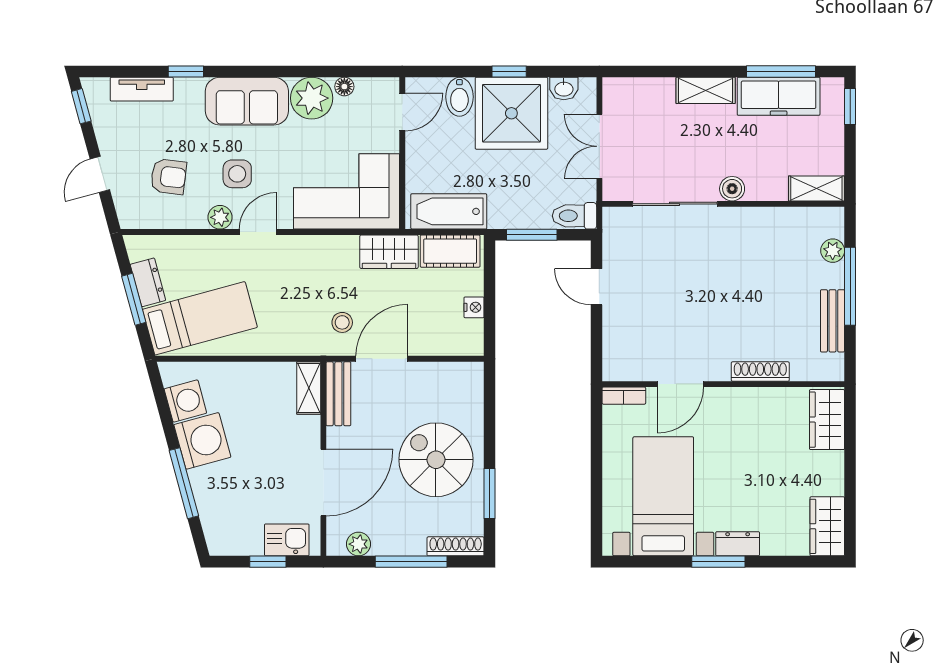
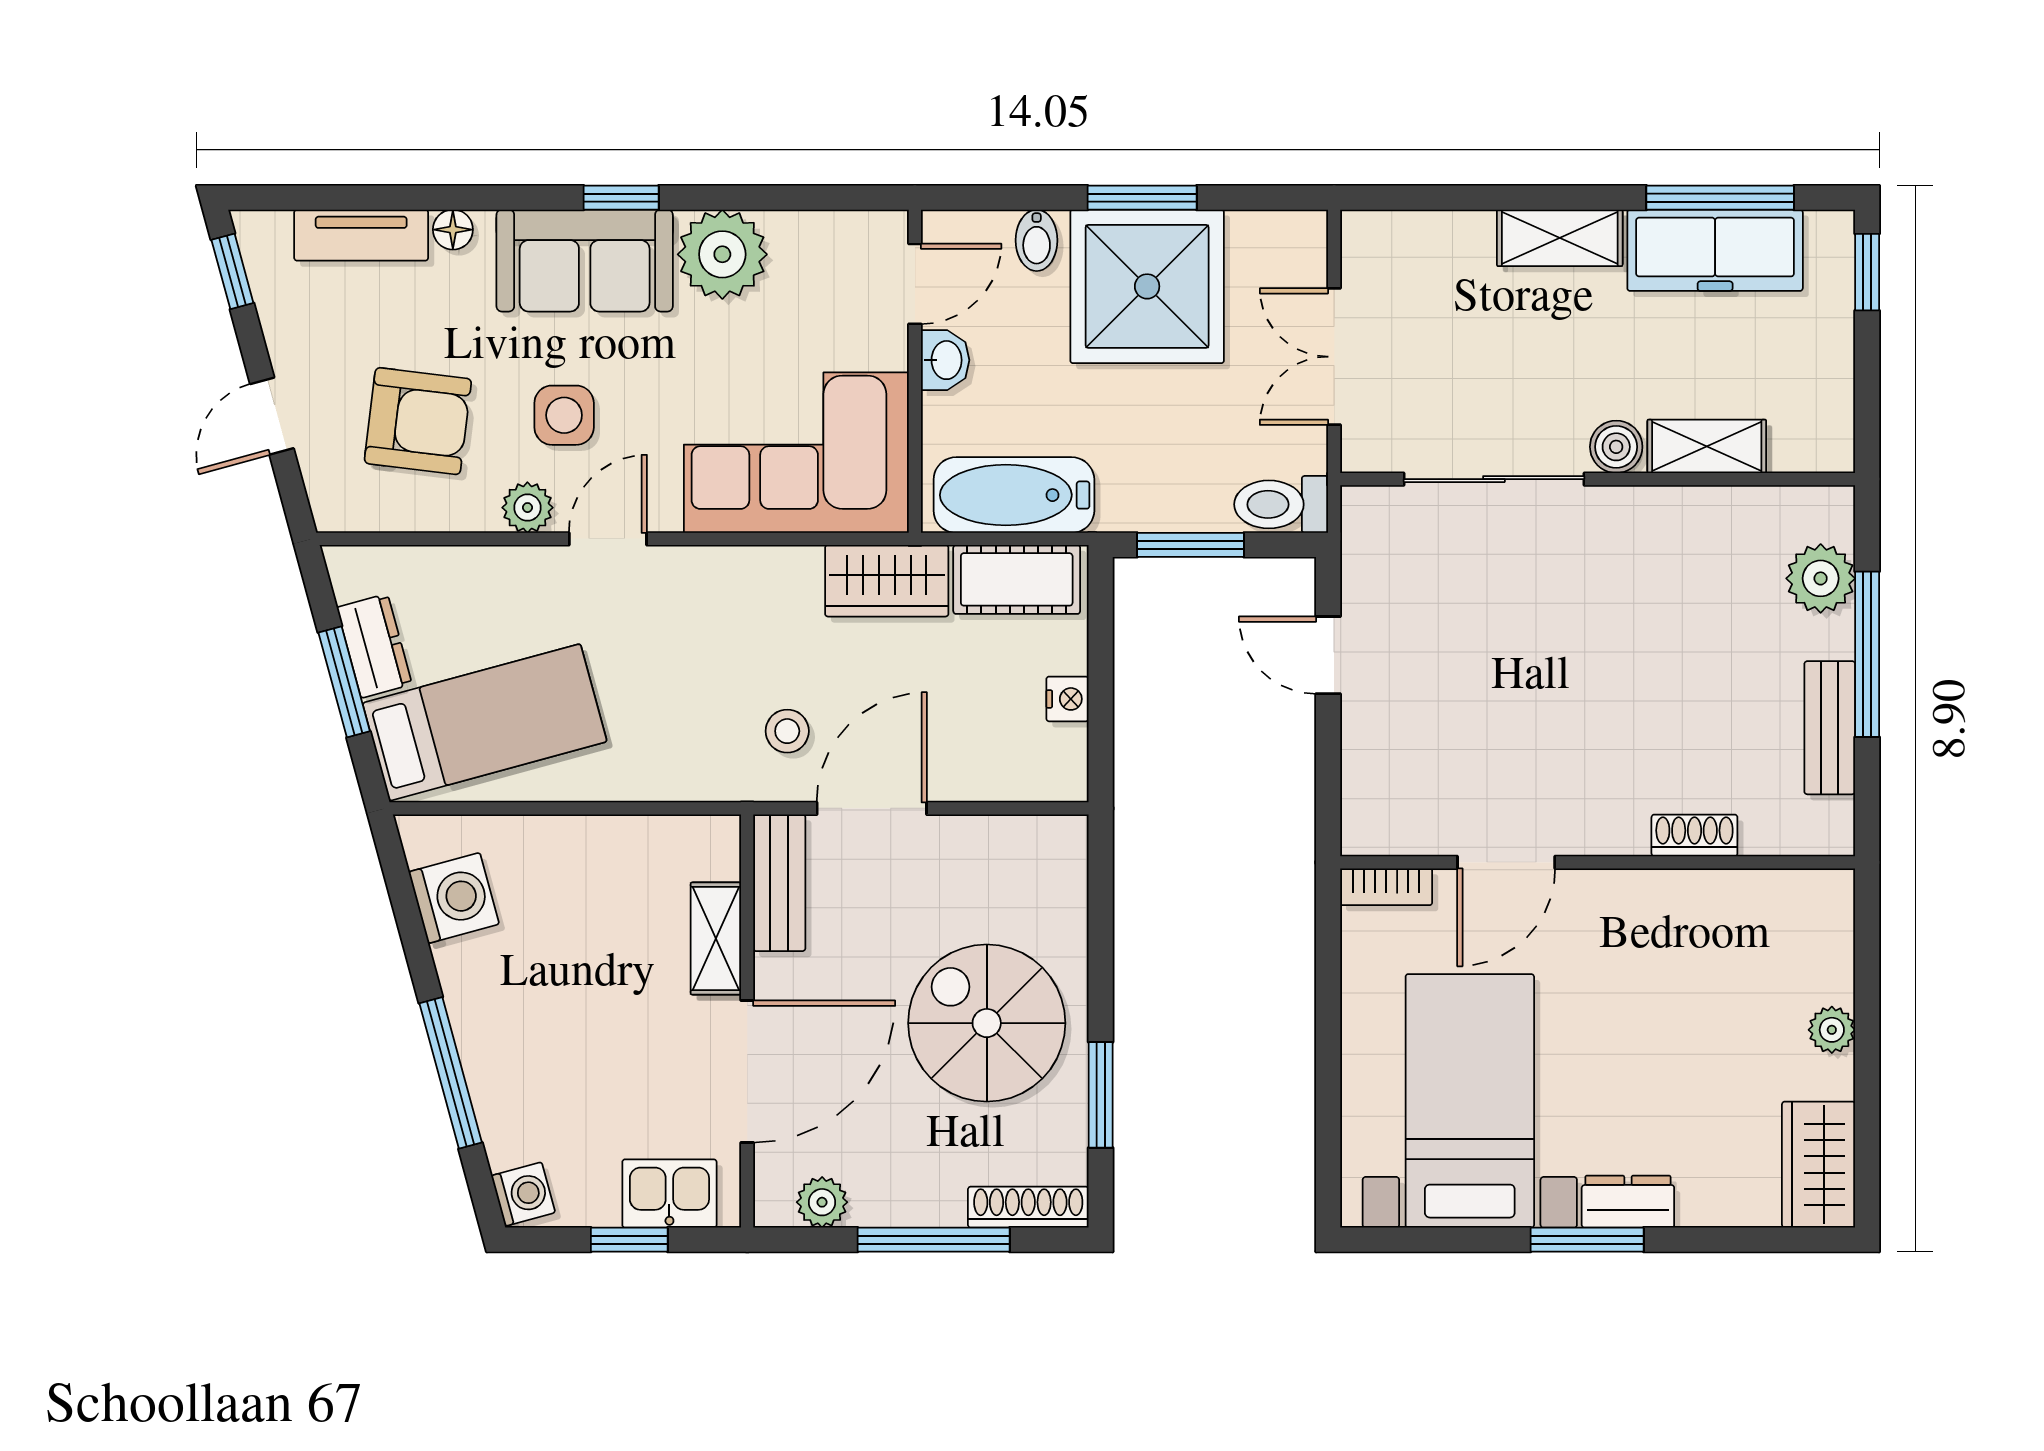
window: (186, 71) -> (621, 198), moved
window: (509, 71) -> (1142, 198), width x1.50
floor lamp: (344, 87) -> (453, 230), moved
washbasin: (564, 88) -> (945, 360), moved, turned -90
bidet: (459, 97) -> (1037, 240), width x0.72, depth x0.74
armchair: (168, 177) -> (418, 421), width x1.38, depth x1.38
shelving: (816, 188) -> (1707, 446), moved
plant: (833, 251) -> (1821, 578), width x1.38, depth x1.38
shoe rack: (760, 372) -> (1694, 835), width x0.70
shelving: (309, 388) -> (716, 939), moved
wardrobe: (827, 420) -> (1818, 938), removed
washing machine: (202, 441) -> (523, 1194), moved, width x0.53, depth x0.53
plant: (834, 463) -> (1832, 1030), added

